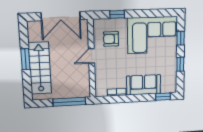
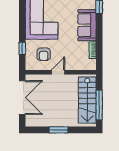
door: (91, 56) -> (58, 72), swing flipped
stairs: (40, 68) -> (87, 100), moved, turned -90
window: (69, 102) -> (99, 105), moved

